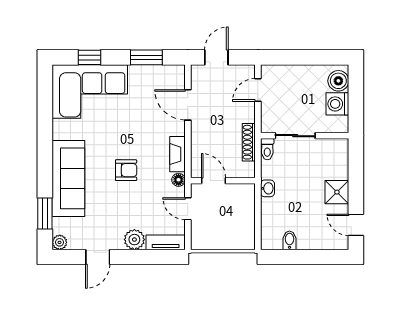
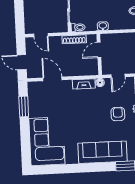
window: (89, 57) -> (25, 142), removed
door: (188, 105) -> (52, 79), swing flipped
armchair: (126, 170) -> (118, 114), moved
door: (214, 181) -> (99, 50), moved

